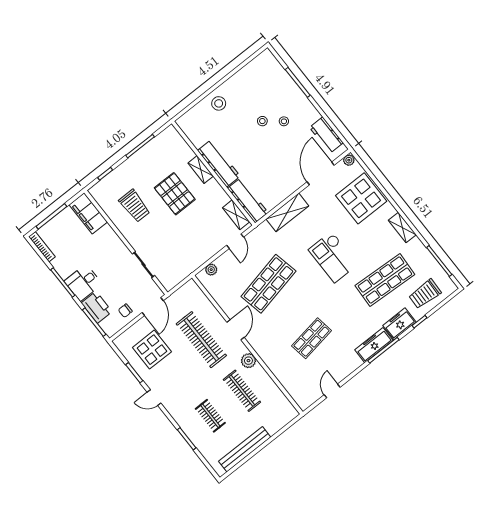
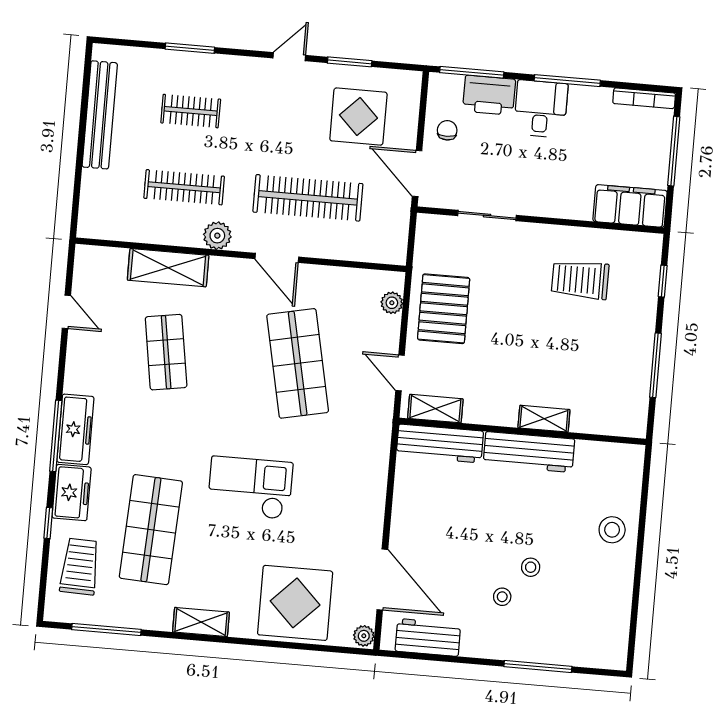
pallet: (175, 194) -> (444, 309), moved, turned 90
shelving: (287, 212) -> (168, 268), moved, turned 90

